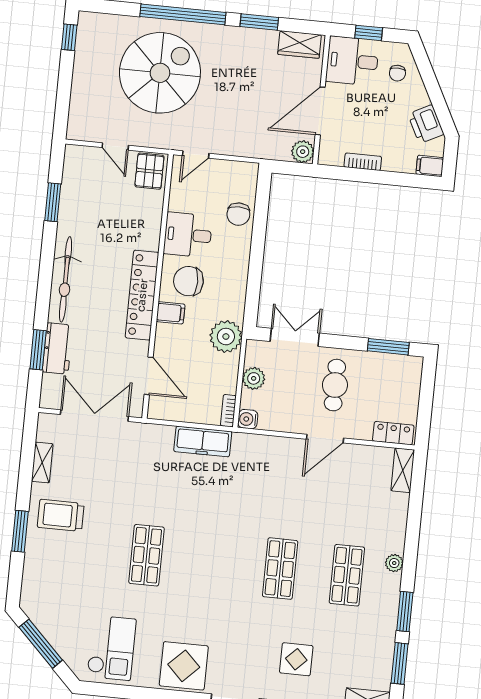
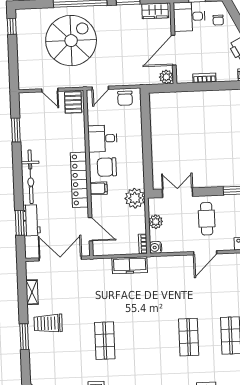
chair: (238, 214) -> (125, 98), moved

